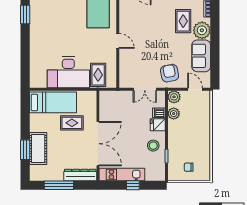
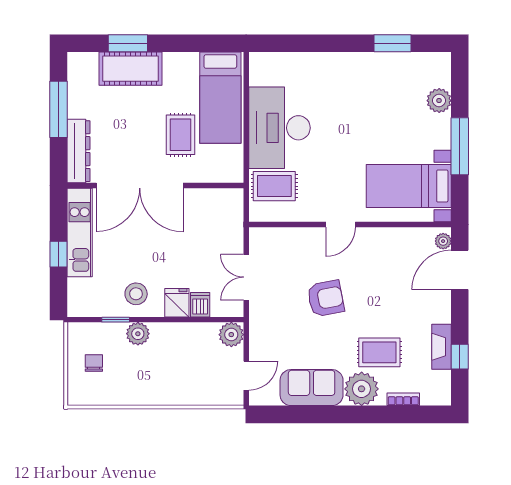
armchair: (170, 73) -> (326, 298), moved
plant: (174, 114) -> (138, 334), moved

